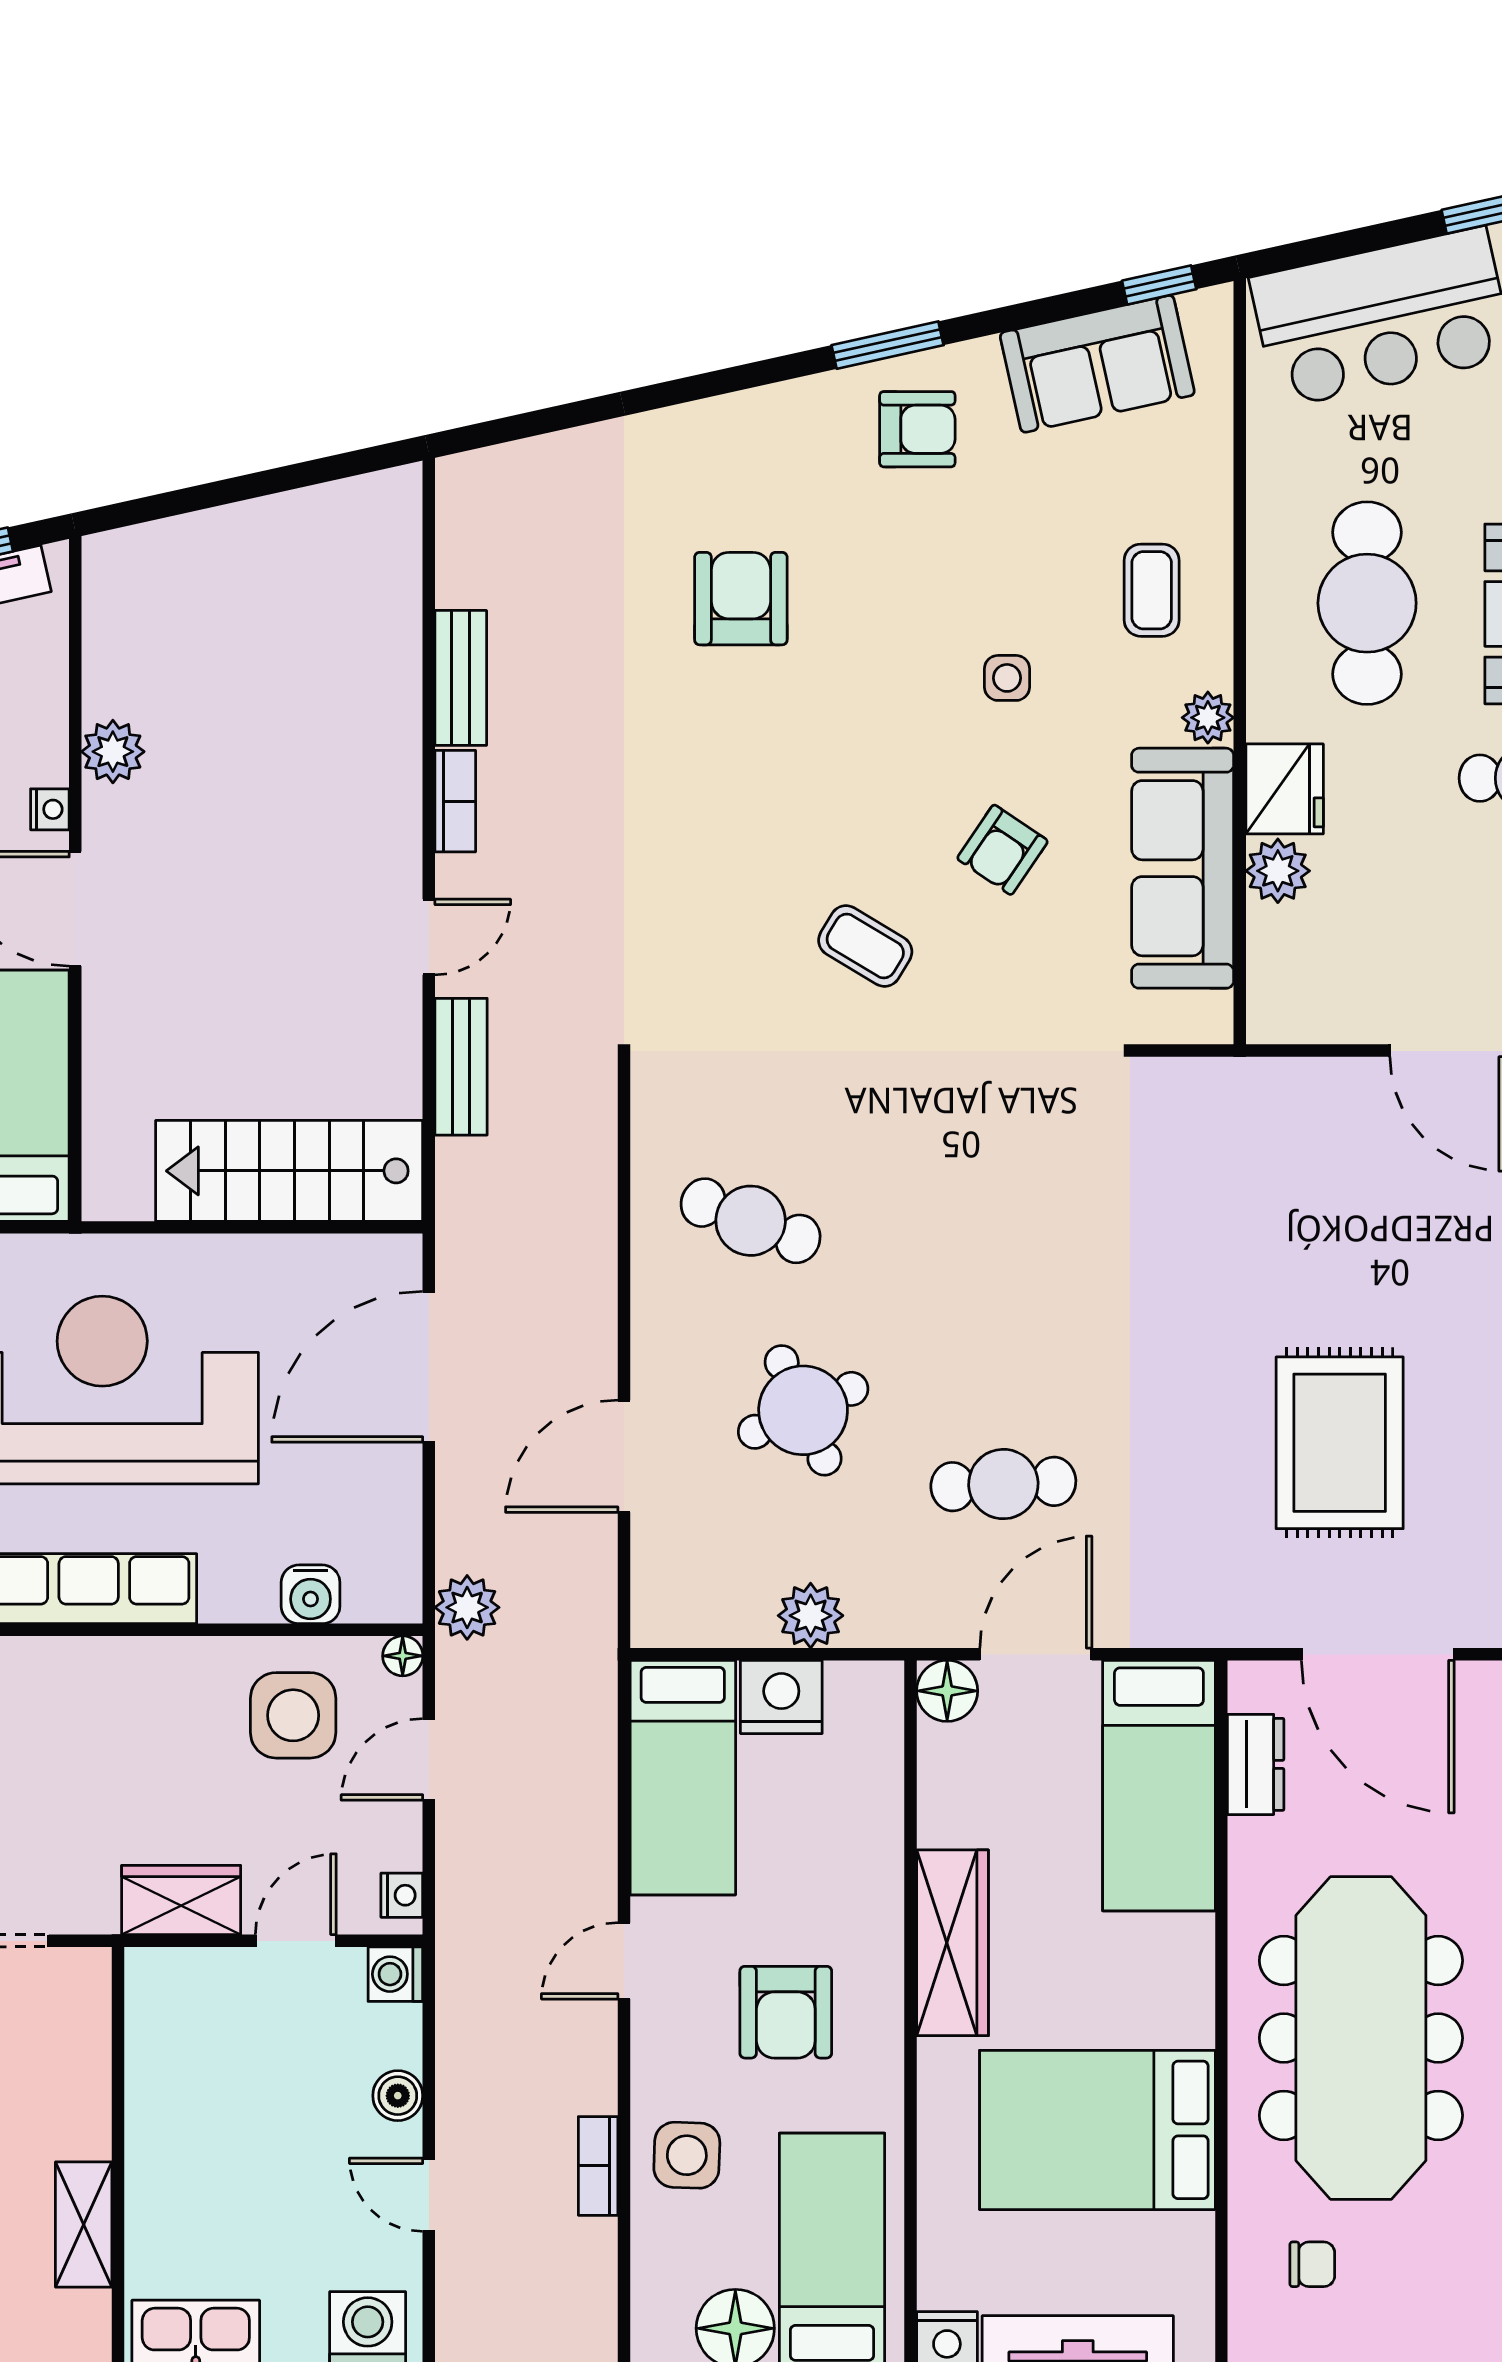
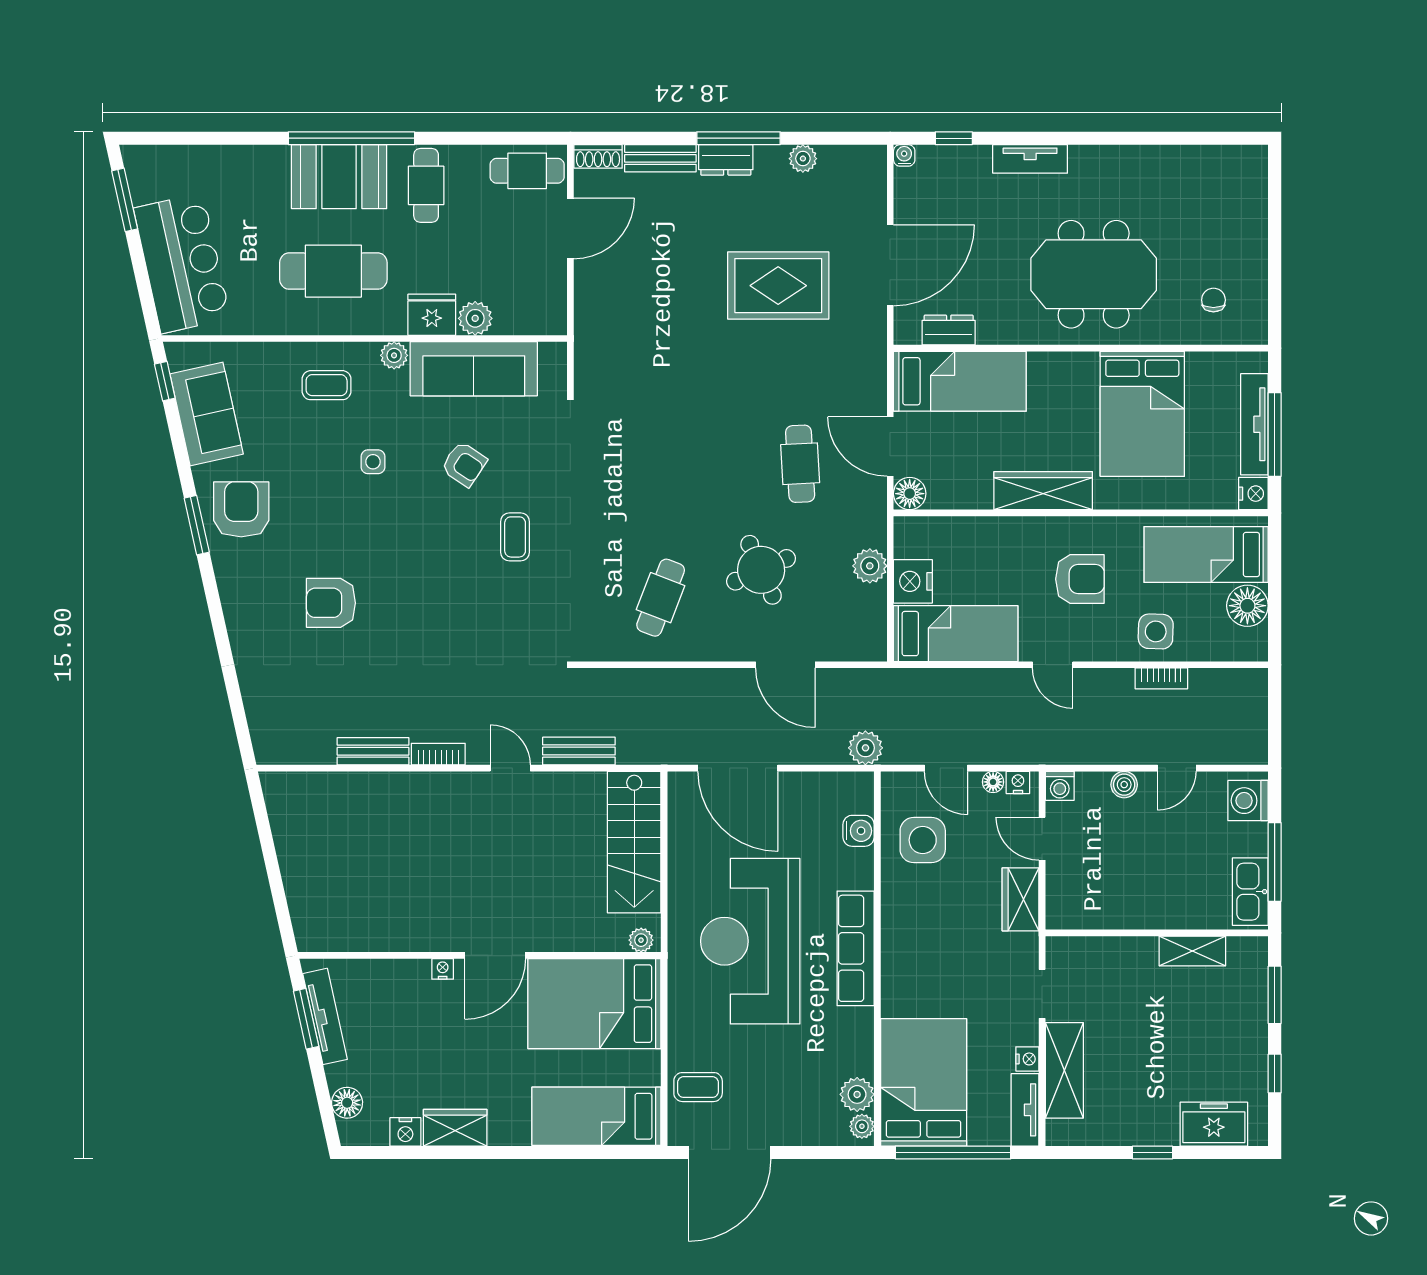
armchair: (917, 429) -> (241, 509), width x1.38, depth x1.38
plant: (113, 752) -> (641, 940), moved, width x0.73, depth x0.73
coffee table: (865, 946) -> (515, 537), turned -31
floor lamp: (403, 1656) -> (993, 782), moved
meeting table: (1361, 2038) -> (1094, 274), width x0.73

